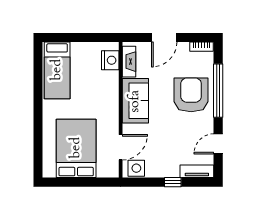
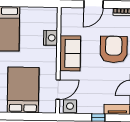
nightstand: (110, 60) -> (51, 38), moved
fireplace: (129, 62) -> (66, 23), removed

